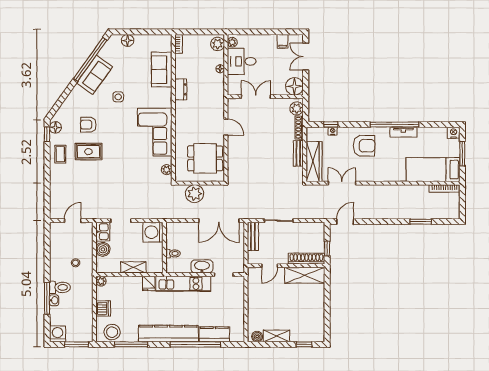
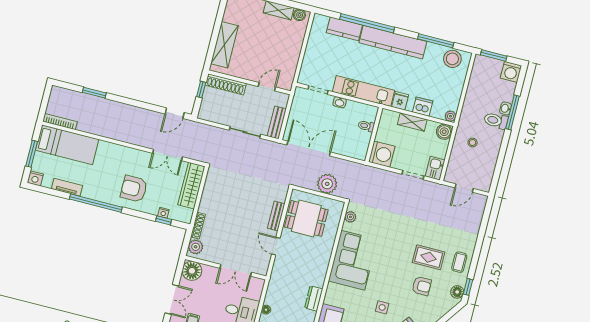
tv unit: (403, 132) -> (67, 187), moved
bench: (298, 153) -> (276, 216), moved
boiler: (103, 249) -> (444, 132), moved
washbasin: (202, 266) -> (340, 102), width x0.52, depth x0.69
shelving: (305, 275) -> (224, 45), moved, turned 90
dishwasher: (103, 308) -> (423, 107), moved, turned 90

